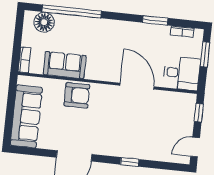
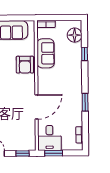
window: (72, 11) -> (85, 54), width x0.32
window: (155, 20) -> (85, 102), moved
window: (205, 54) -> (54, 153), moved

